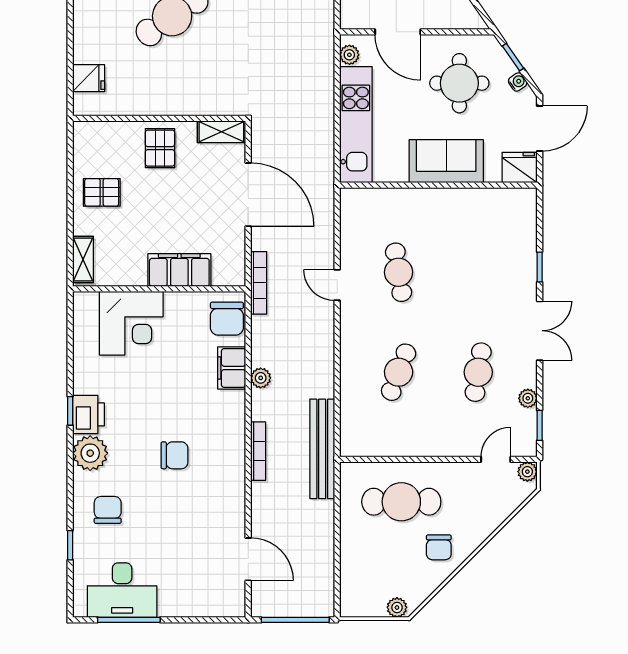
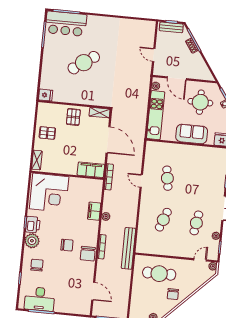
fridge: (89, 78) -> (46, 95), moved
filing cabinet: (179, 270) -> (91, 170), moved
chair: (227, 319) -> (88, 254), moved
corner desk: (131, 323) -> (49, 193), width x1.36, depth x1.36

